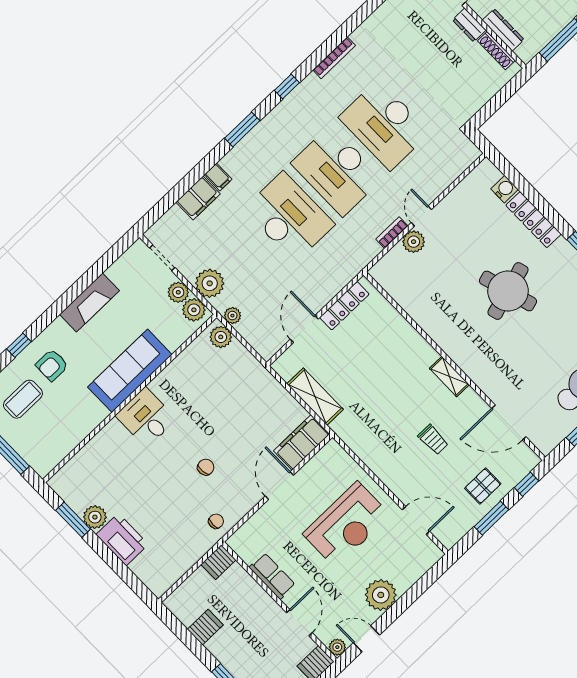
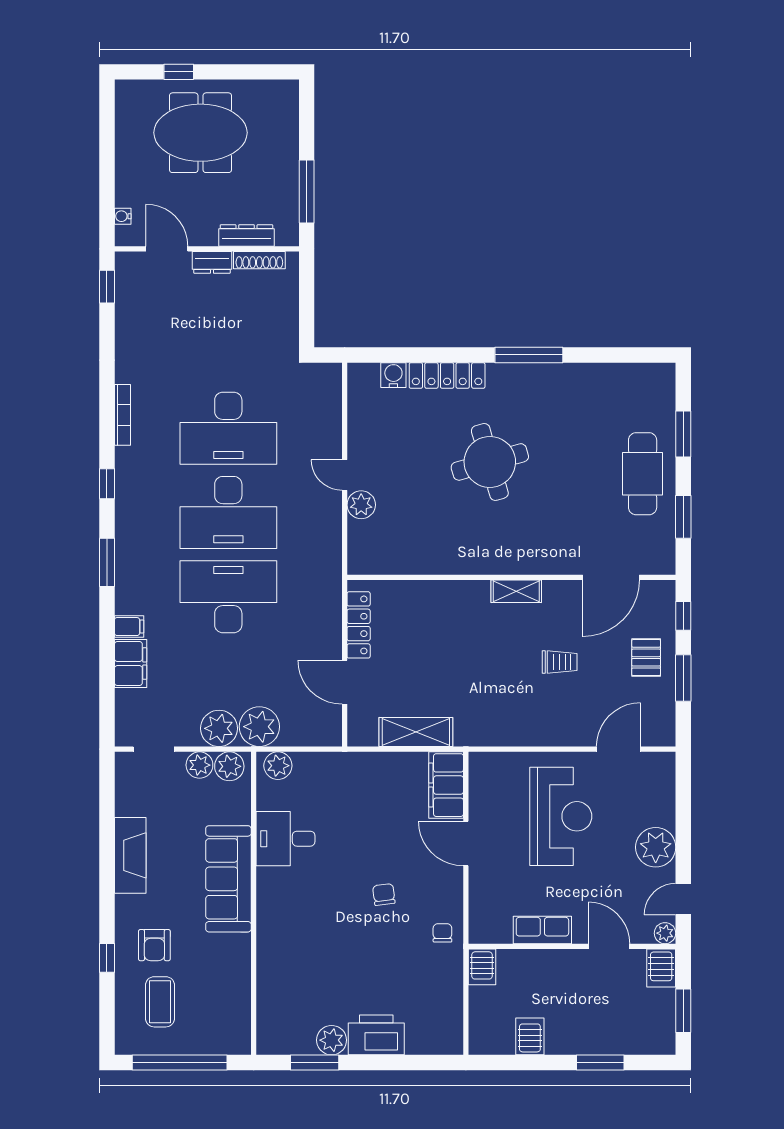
bookcase: (392, 233) -> (334, 517), removed
plant: (232, 316) -> (259, 727), width x1.88, depth x1.88
desk: (146, 417) -> (285, 839), moved

